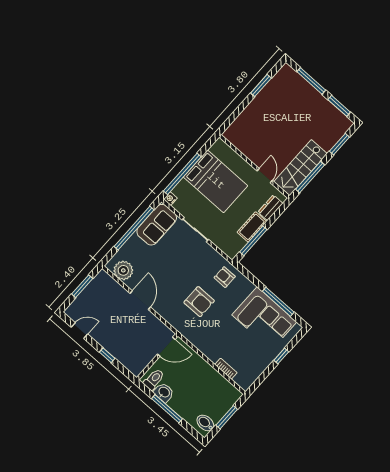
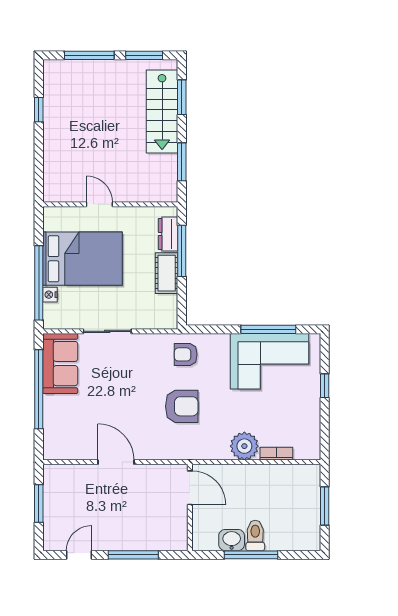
window: (261, 86) -> (39, 110), width x0.67
stairs: (300, 168) -> (162, 111), moved
door: (265, 176) -> (99, 204), moved
window: (310, 177) -> (182, 162), width x0.69
nightstand: (170, 199) -> (50, 295), moved
window: (253, 241) -> (182, 251), moved
plant: (123, 270) -> (244, 446), moved
door: (166, 347) -> (190, 488), hinge flipped
window: (107, 355) -> (133, 555), width x2.17
toilet: (154, 379) -> (255, 535), moved
bidet: (205, 423) -> (307, 533), removed

